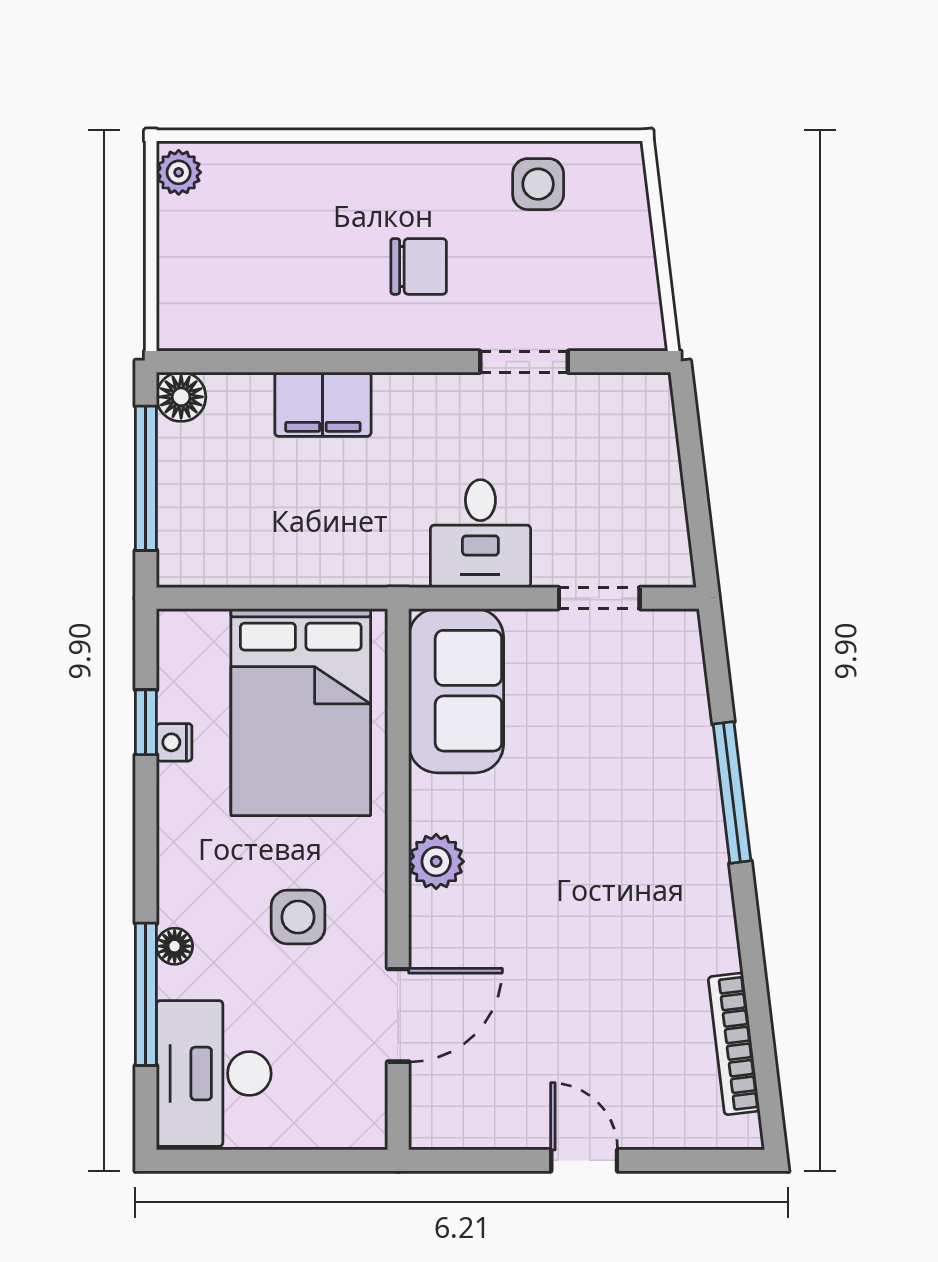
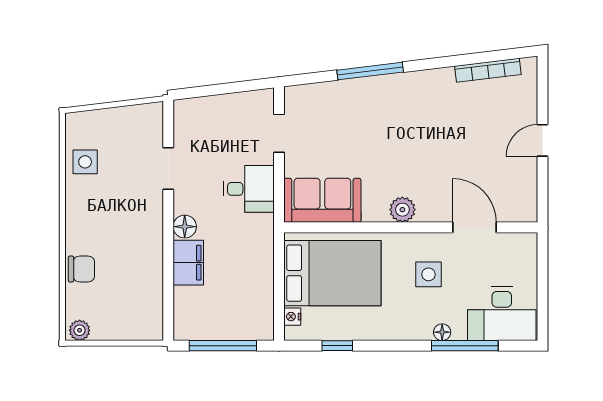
chair: (419, 266) -> (81, 269), moved, turned 90
floor lamp: (181, 397) -> (185, 227), moved
nightstand: (174, 742) -> (292, 317), moved, turned 90

